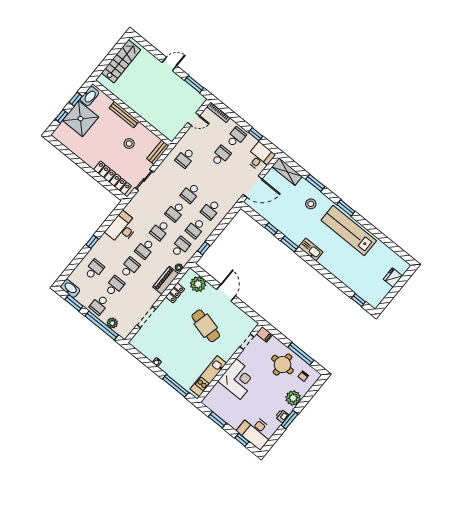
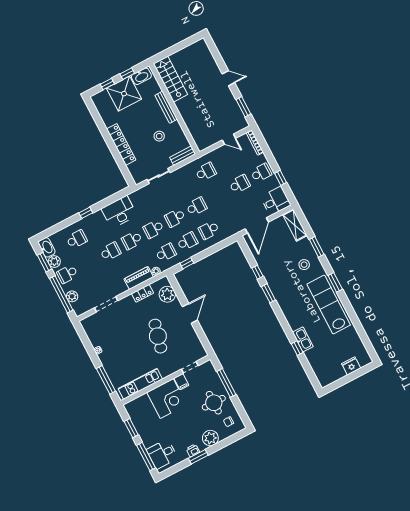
stairs: (121, 61) -> (170, 79), moved, turned -90
school desk: (185, 158) -> (206, 172), turned 180
locker: (112, 178) -> (121, 144), moved
door: (253, 187) -> (257, 225), hinge flipped
school desk: (190, 193) -> (197, 207), turned 180
school desk: (196, 228) -> (187, 241), turned 180
kitchen sink: (311, 249) -> (303, 339), moved
school desk: (115, 286) -> (89, 263), removed
plant: (83, 298) -> (54, 262), added
window: (358, 300) -> (297, 348), moved
filing cabinet: (264, 334) -> (181, 382), moved
window: (301, 354) -> (226, 383), moved
desk: (256, 431) -> (162, 454), width x0.73
window: (242, 440) -> (146, 457), width x2.17

